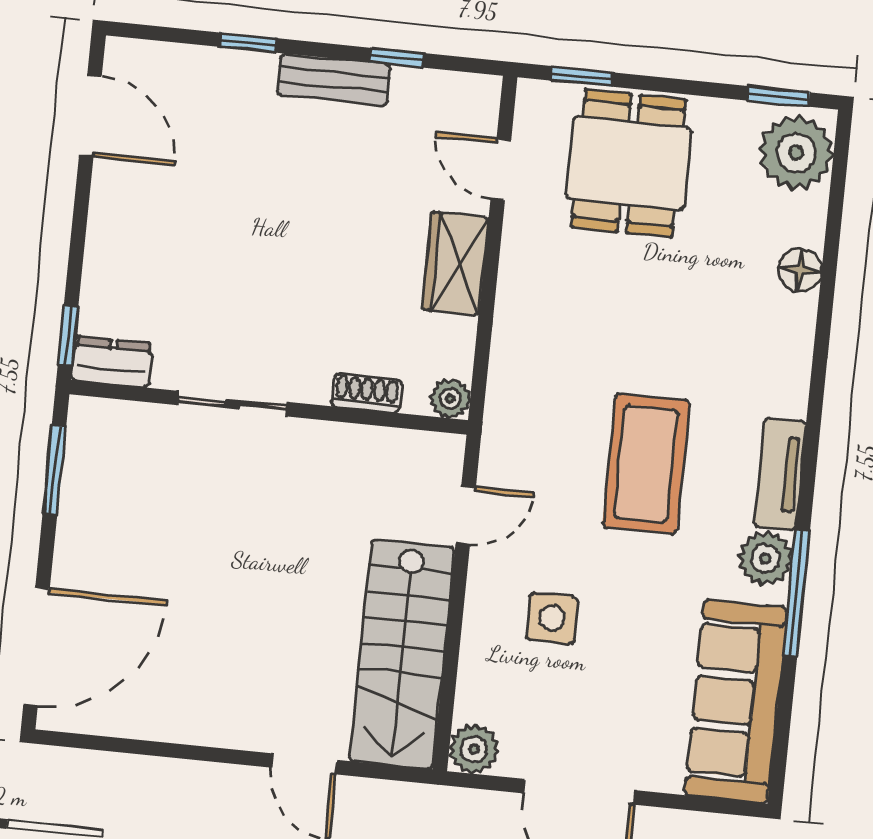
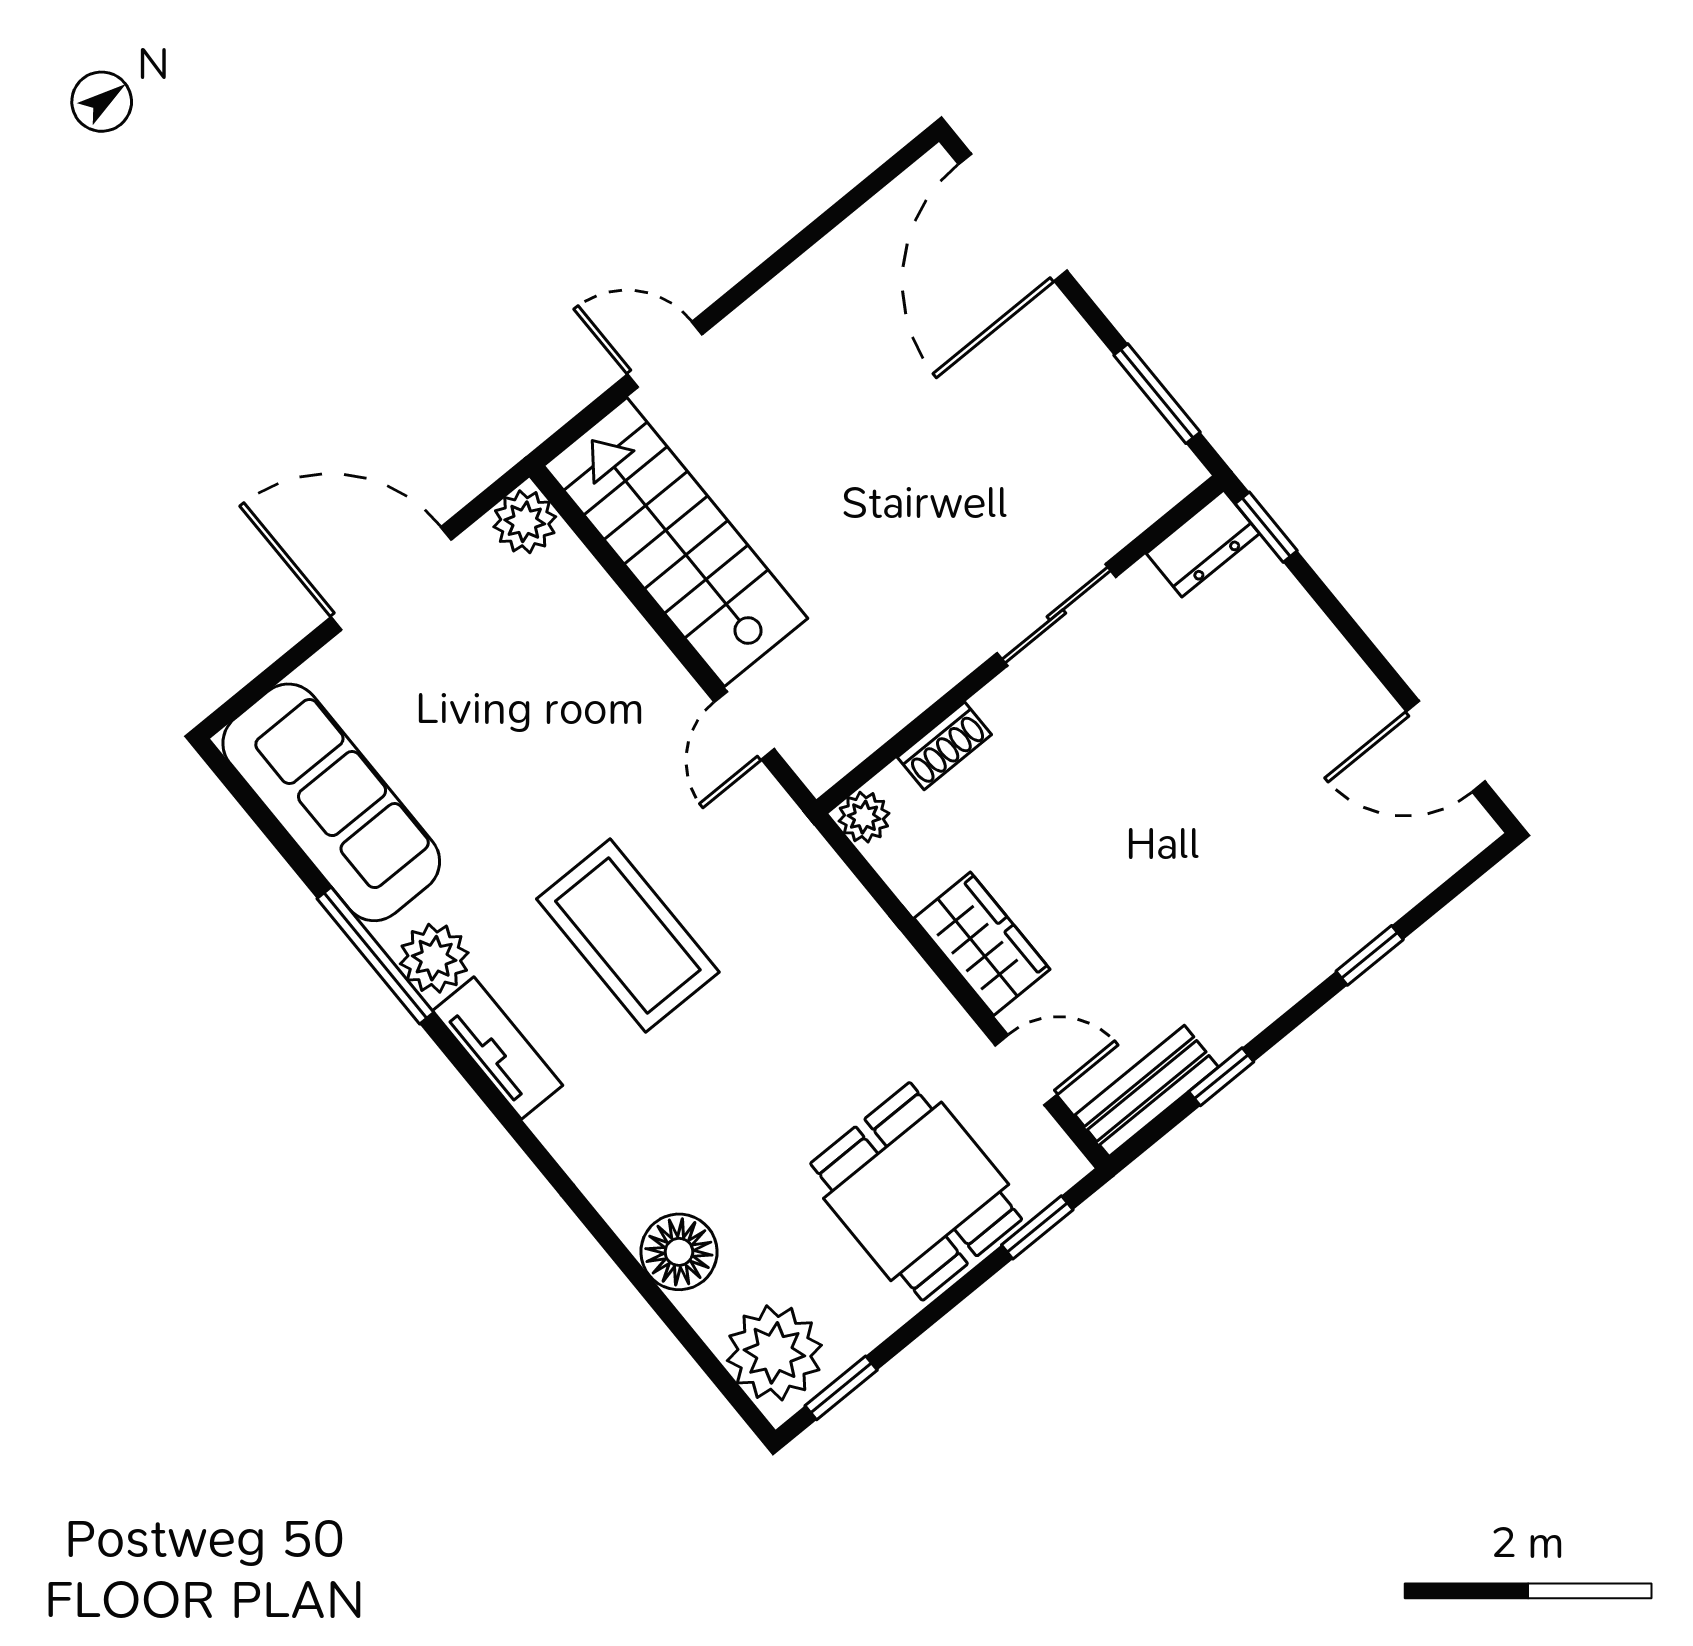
bench: (334, 80) -> (1147, 1091), moved
floor lamp: (800, 270) -> (679, 1252), width x1.38, depth x1.38
side table: (552, 618) -> (573, 711), removed

